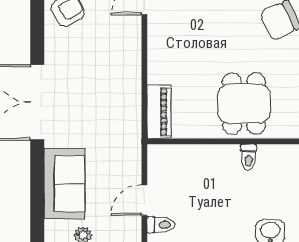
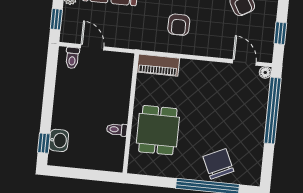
armchair: (104, 90) -> (179, 25), added
dining table: (244, 104) -> (158, 130), turned 90

